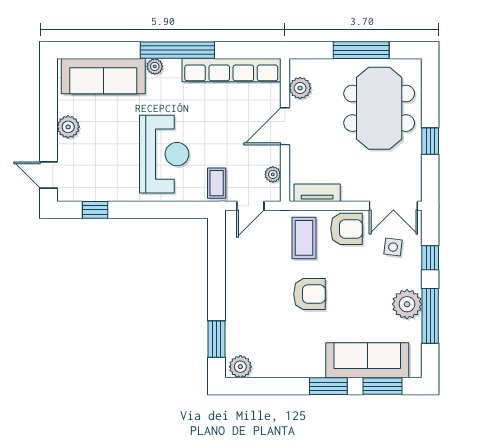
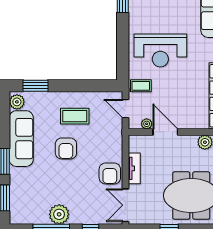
door: (285, 126) -> (165, 132), moved
tv unit: (317, 193) -> (134, 168), moved
coffee table: (304, 238) -> (75, 116), moved
side table: (393, 247) -> (98, 205), removed
sofa: (367, 360) -> (21, 139), moved

